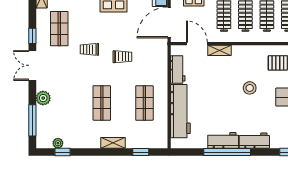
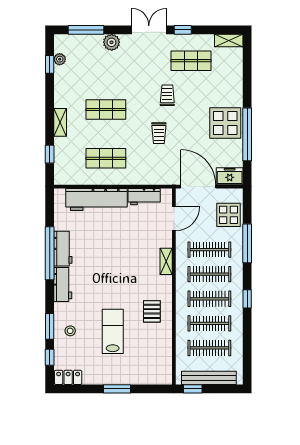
shelving: (219, 50) -> (166, 261), moved
stool: (250, 88) -> (123, 279), removed

